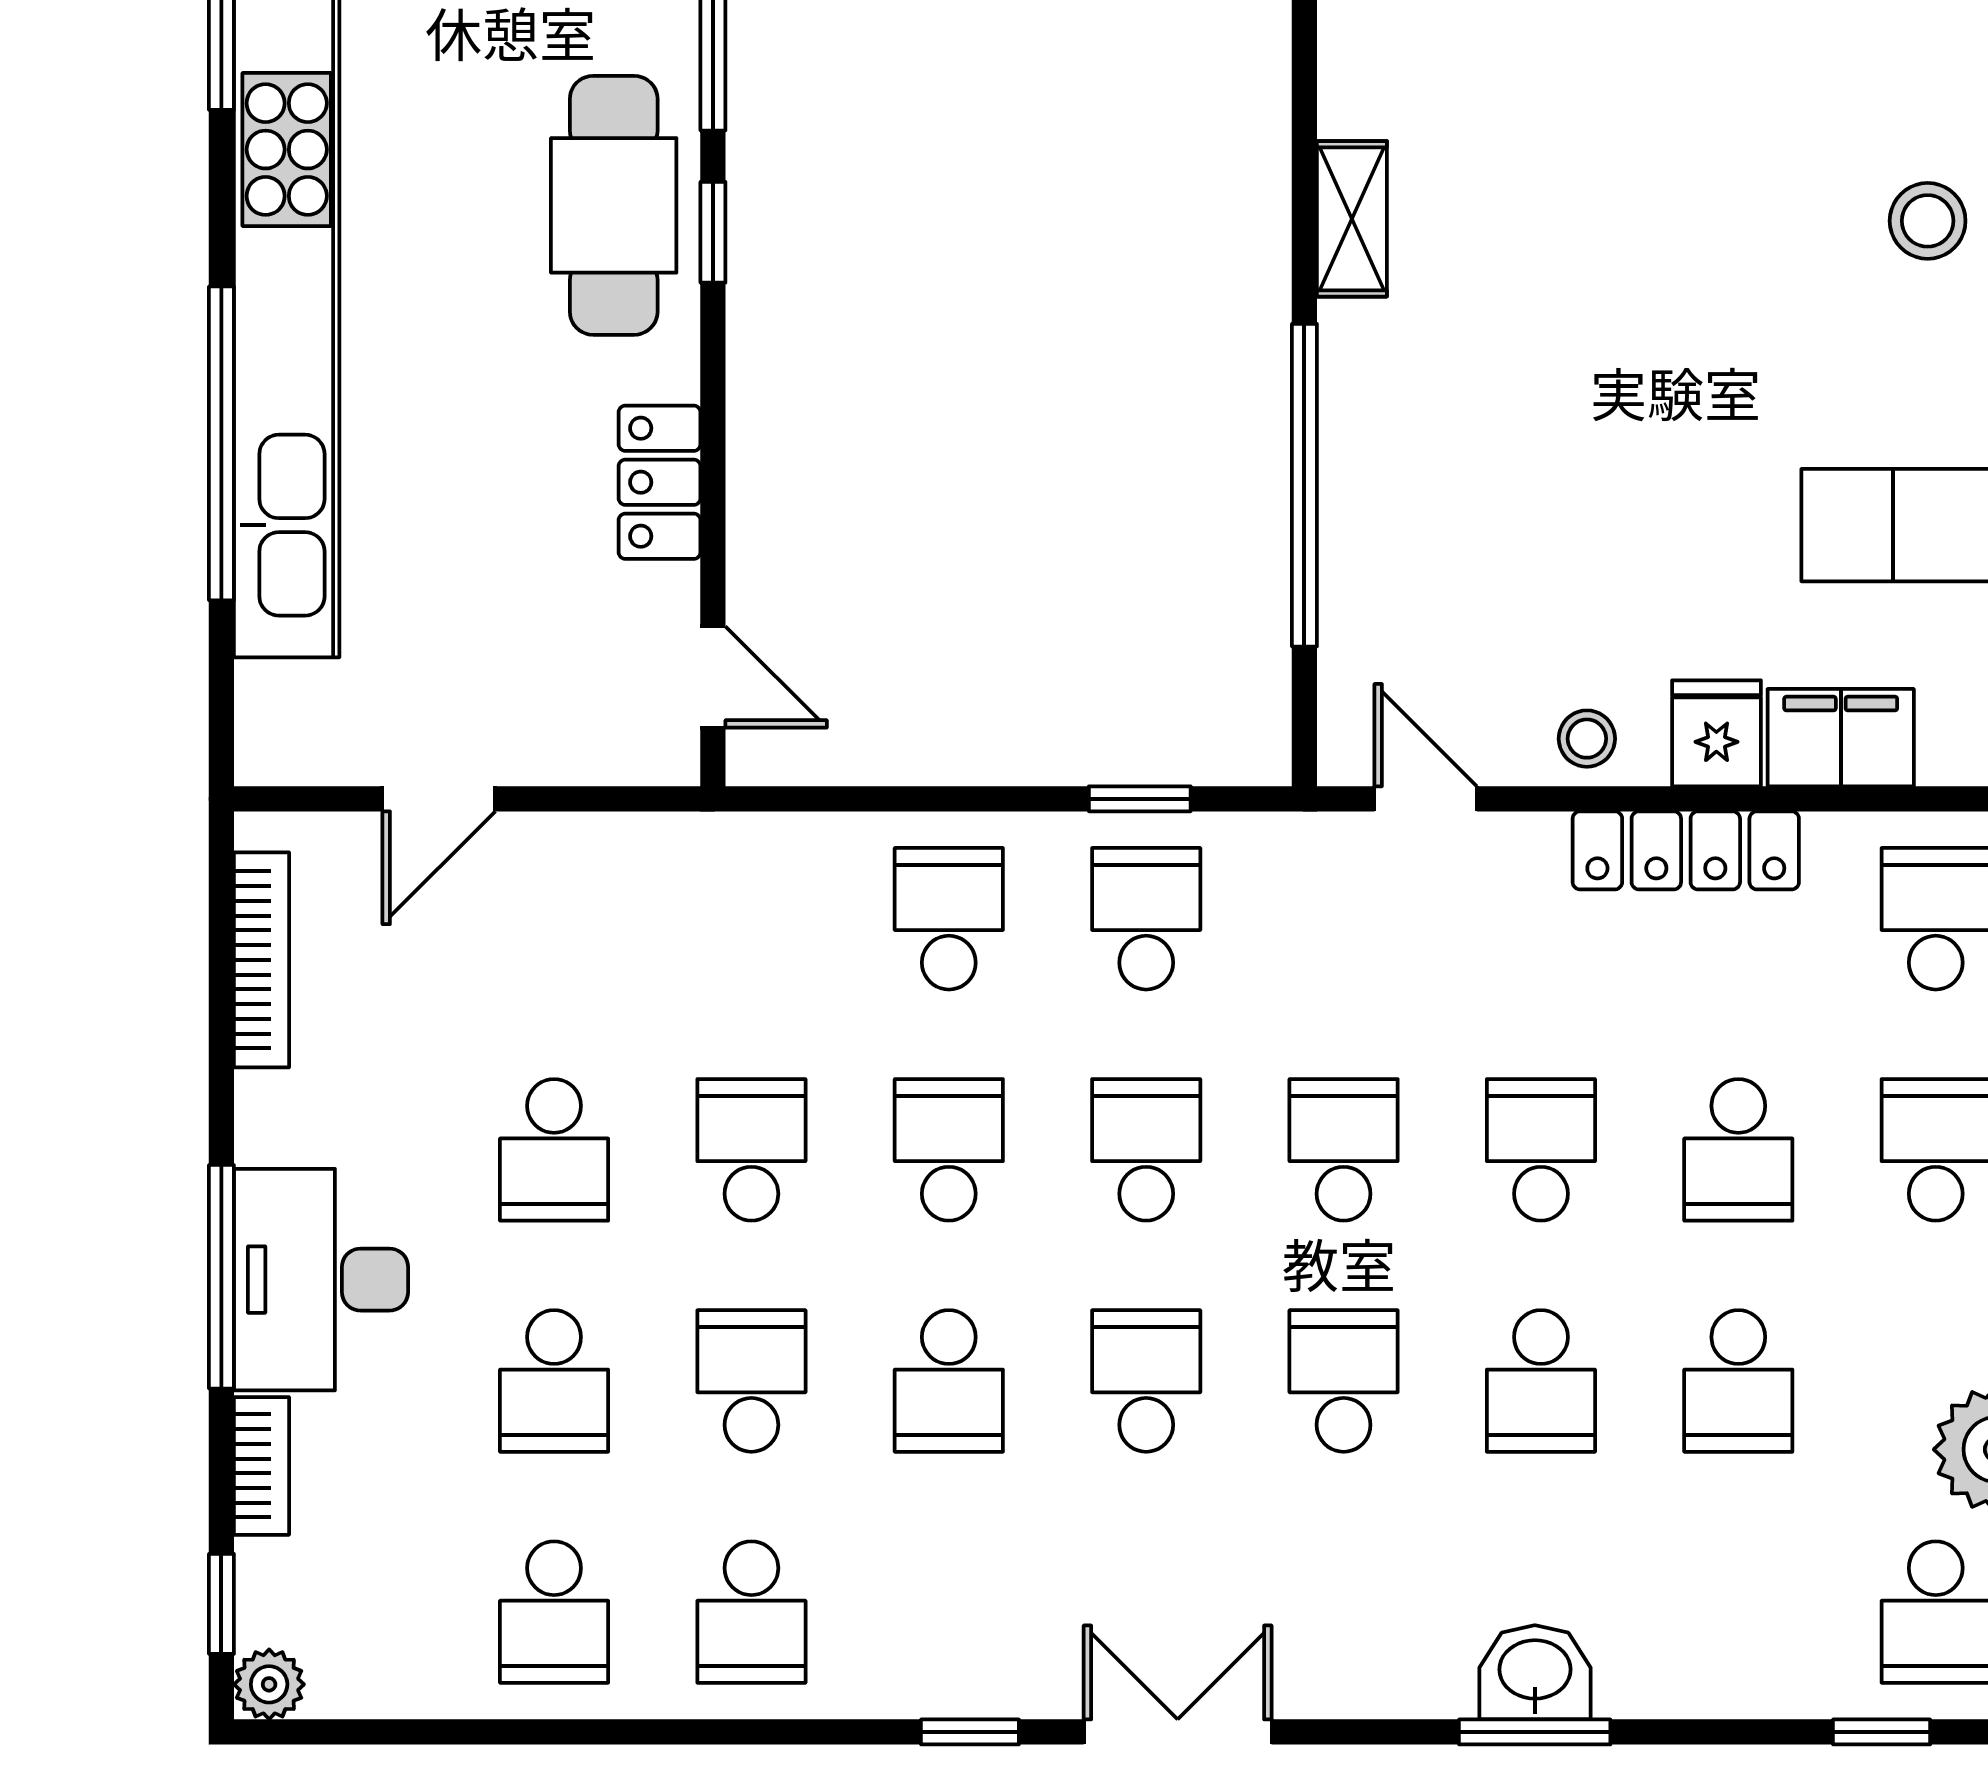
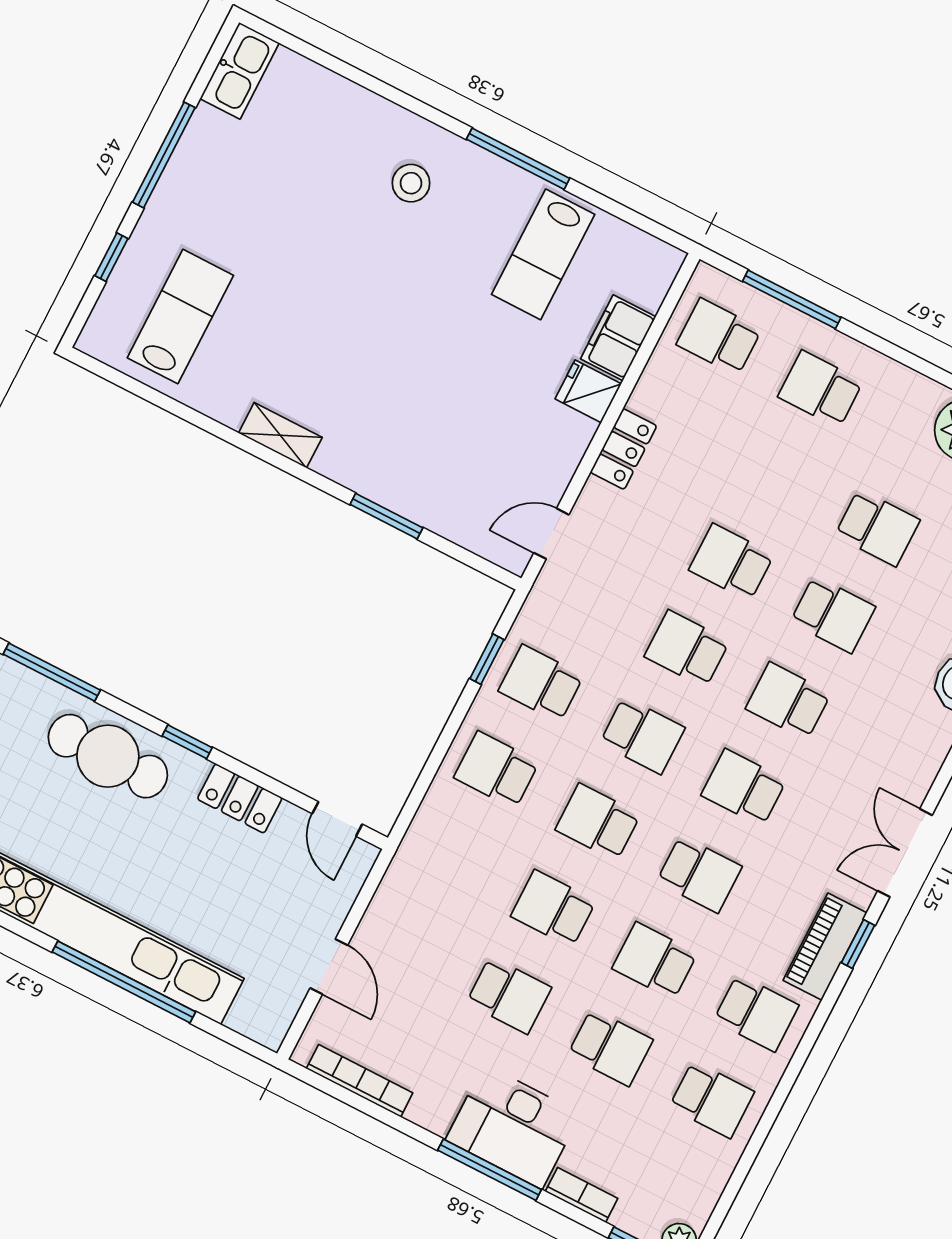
window: (713, 232) -> (187, 742), moved
window: (1304, 485) -> (386, 516), width x0.47
door: (713, 677) -> (337, 819), swing flipped
stool: (1587, 739) -> (561, 449), removed
locker: (1686, 850) -> (623, 449), width x0.66
school desk: (1146, 1150) -> (642, 735), turned 180
school desk: (1738, 1150) -> (776, 476), removed
piano: (935, 1675) -> (825, 947), added

